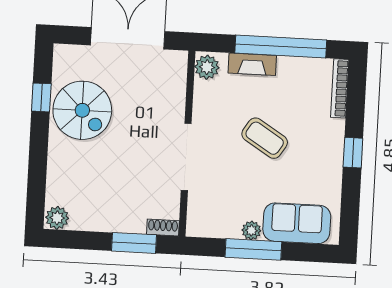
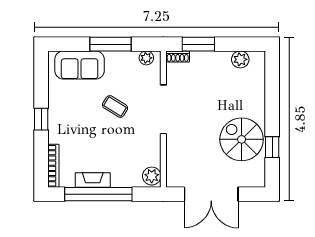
fireplace: (252, 64) -> (93, 180), moved
coffee table: (265, 138) -> (115, 106), moved, width x0.73, depth x0.77
plant: (57, 218) -> (240, 59), moved
plant: (251, 230) -> (146, 58), moved

